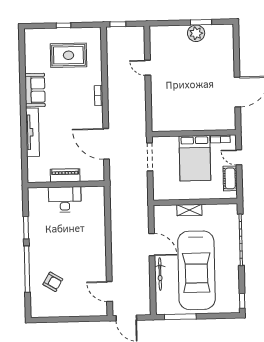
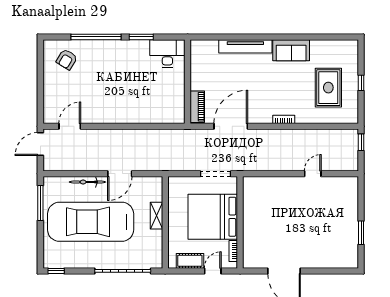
plant: (196, 33) -> (349, 227), removed
bed: (195, 158) -> (213, 217), width x1.36
piano: (65, 175) -> (197, 107), moved
desk: (65, 199) -> (167, 53), moved, turned -90
armchair: (53, 282) -> (67, 59), moved

